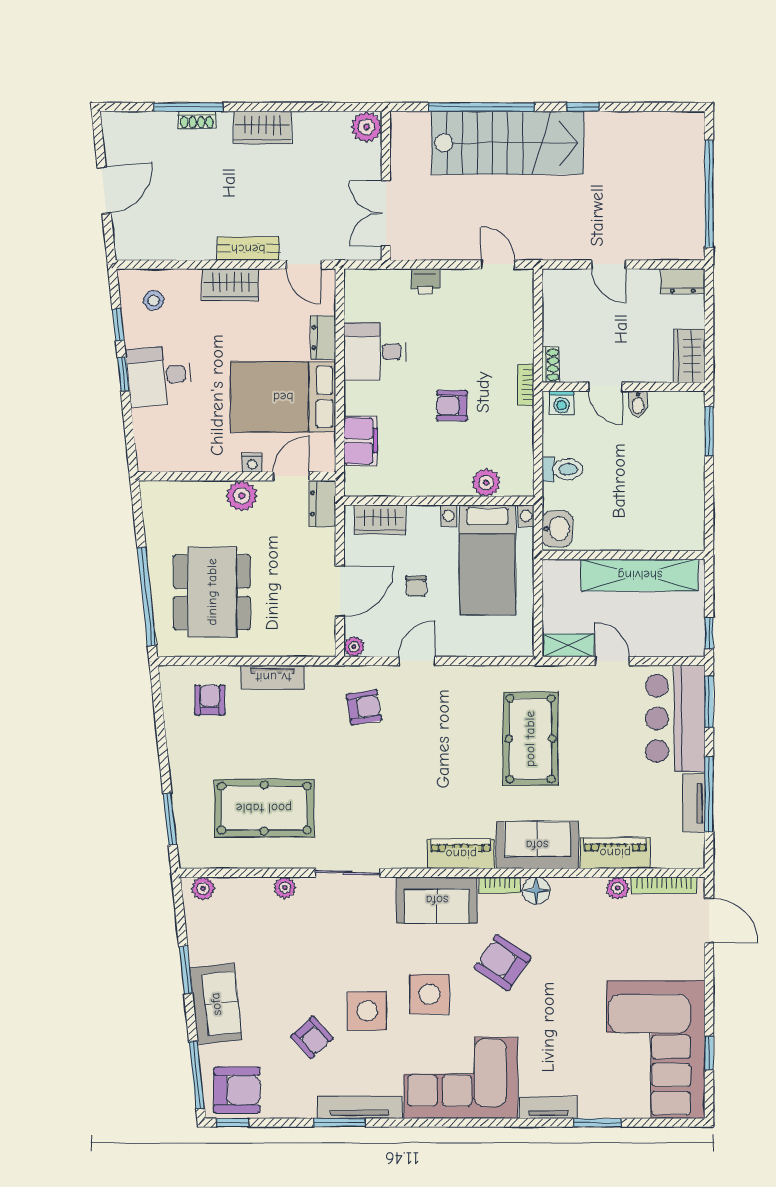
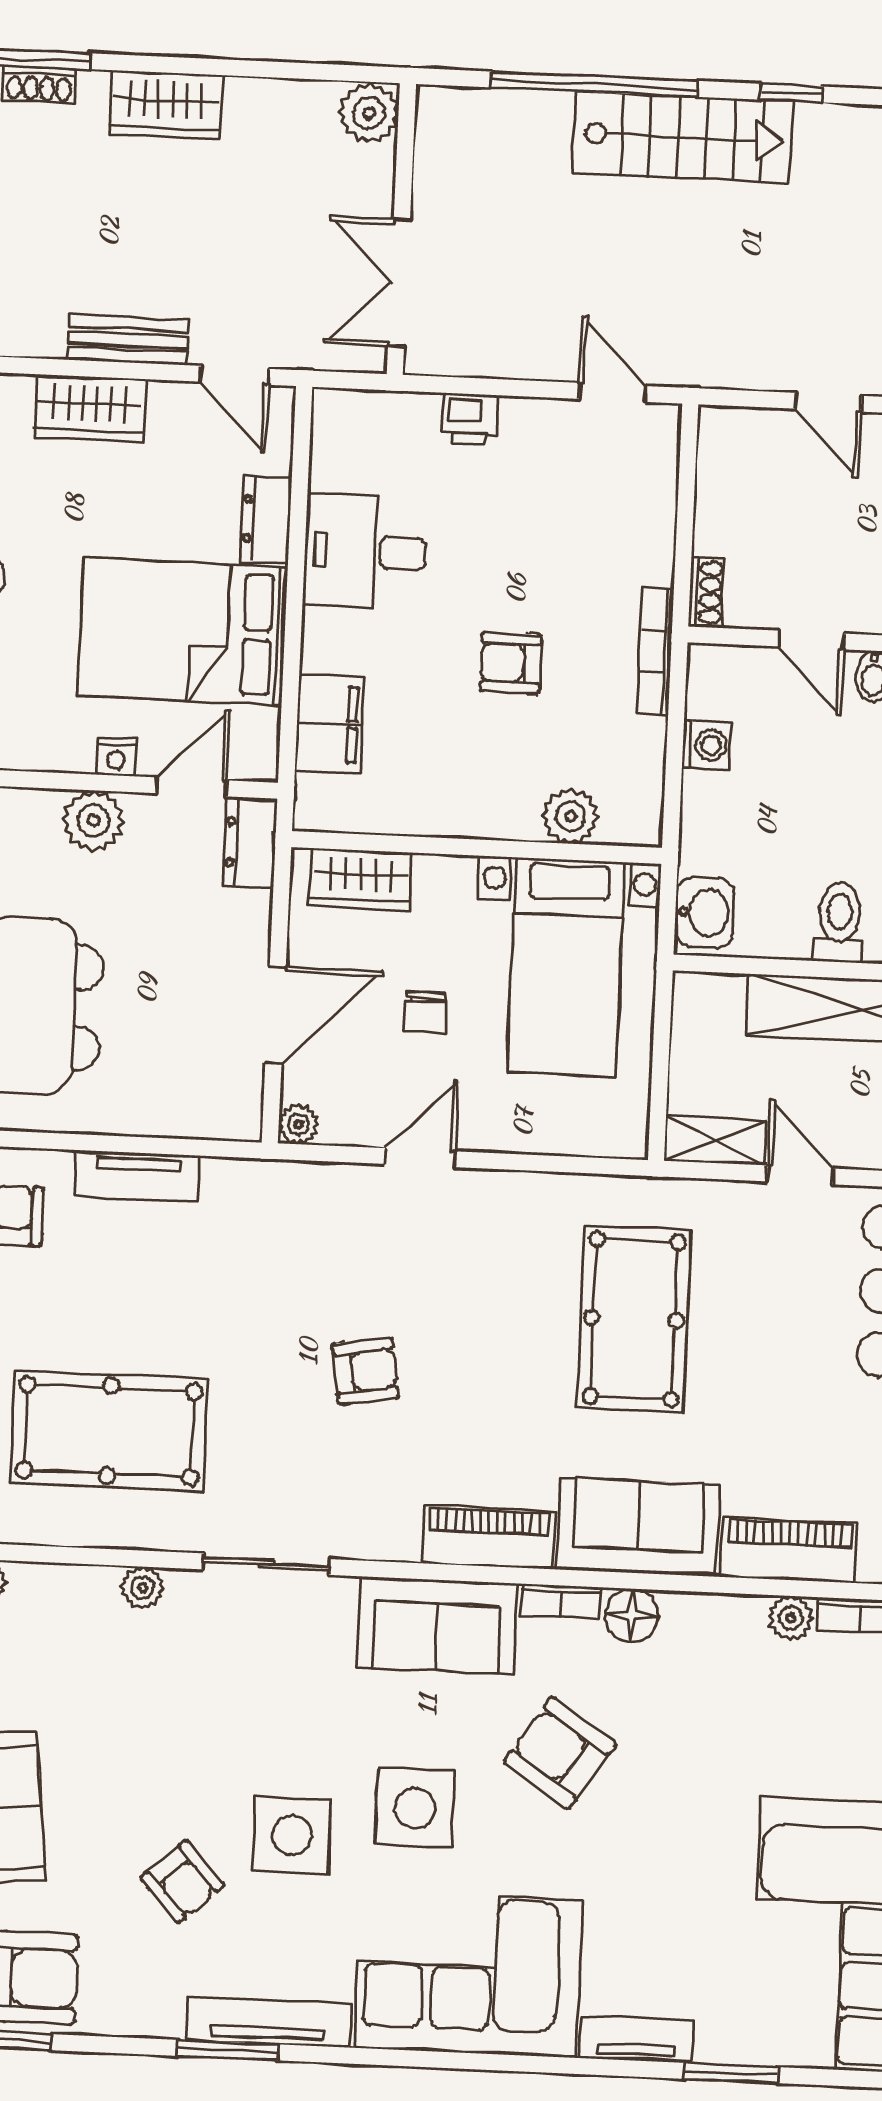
stairs: (508, 143) -> (683, 137), width x0.73, depth x0.66
bookcase: (526, 385) -> (655, 652), width x1.56
washing machine: (562, 403) -> (706, 745), moved, turned -90
toilet: (562, 469) -> (839, 923), moved, turned -90
armchair: (364, 707) -> (365, 1371), moved

